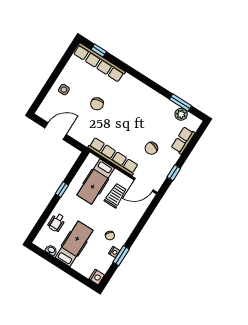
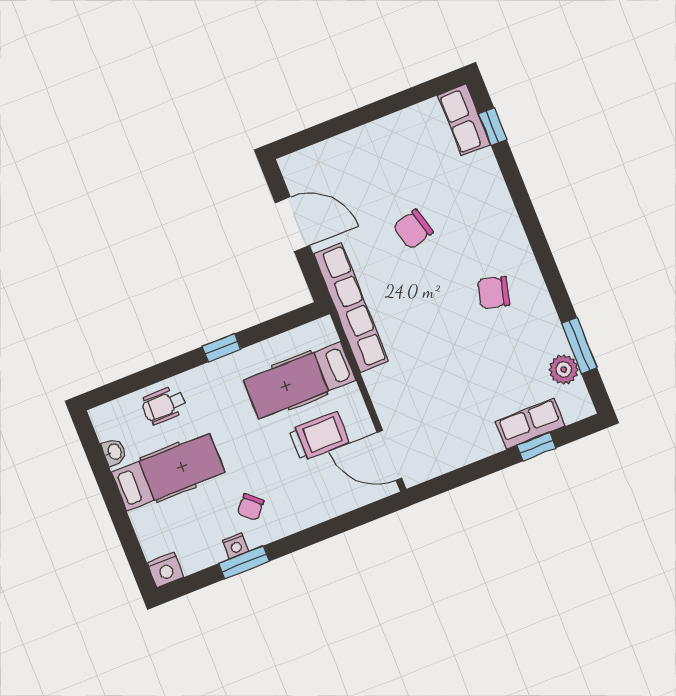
row of seats: (99, 63) -> (464, 120), width x0.50
side table: (64, 90) -> (368, 154), removed
chair: (151, 148) -> (493, 293), moved
row of seats: (113, 156) -> (351, 307), moved
window: (174, 173) -> (536, 447), moved

